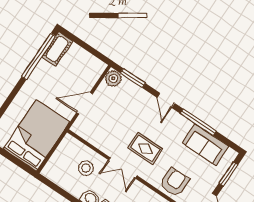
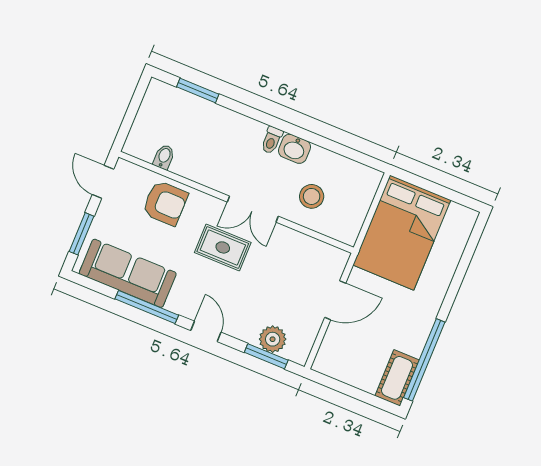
plant: (113, 78) -> (273, 339), moved
sofa: (205, 145) -> (128, 273), width x1.36
double door: (123, 168) -> (253, 209), swing flipped
armchair: (174, 182) -> (165, 203), turned -90

